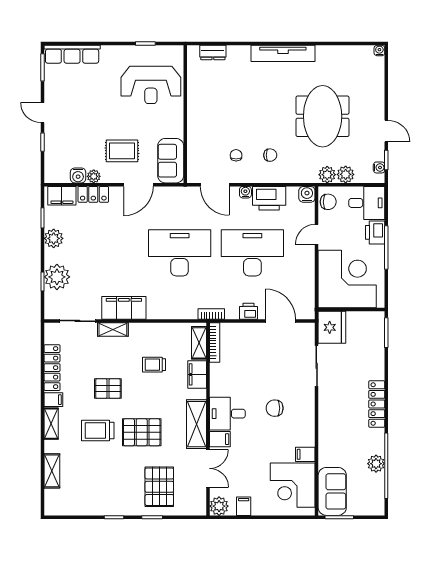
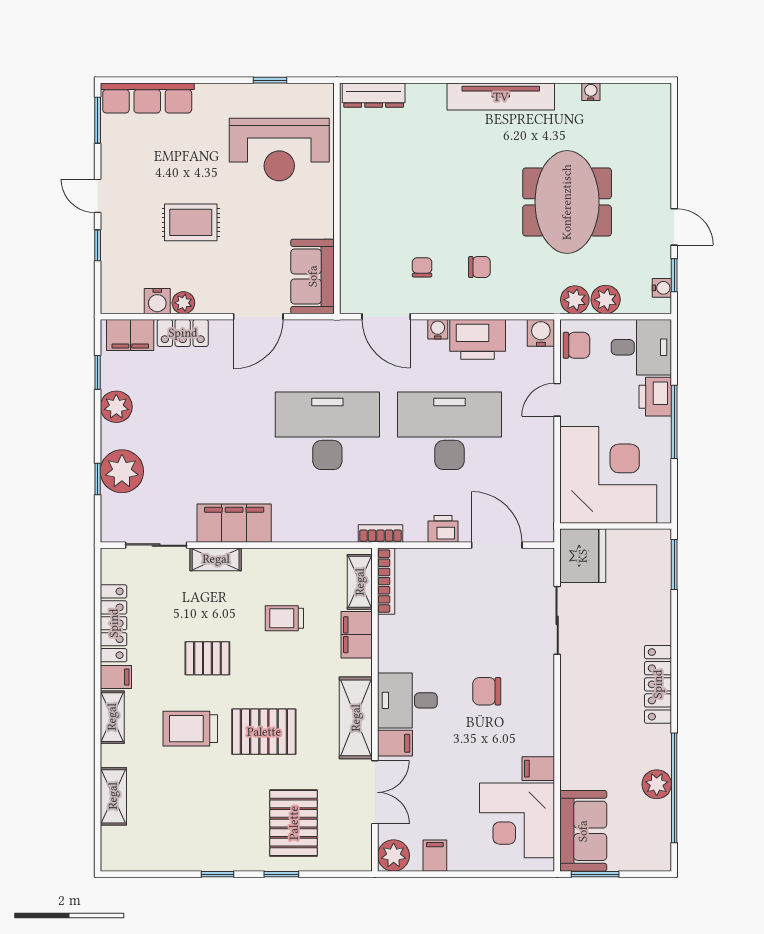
water cooler: (379, 50) -> (591, 92), moved
dresser: (213, 52) -> (374, 95), width x1.44
rug: (122, 151) -> (191, 222), moved

